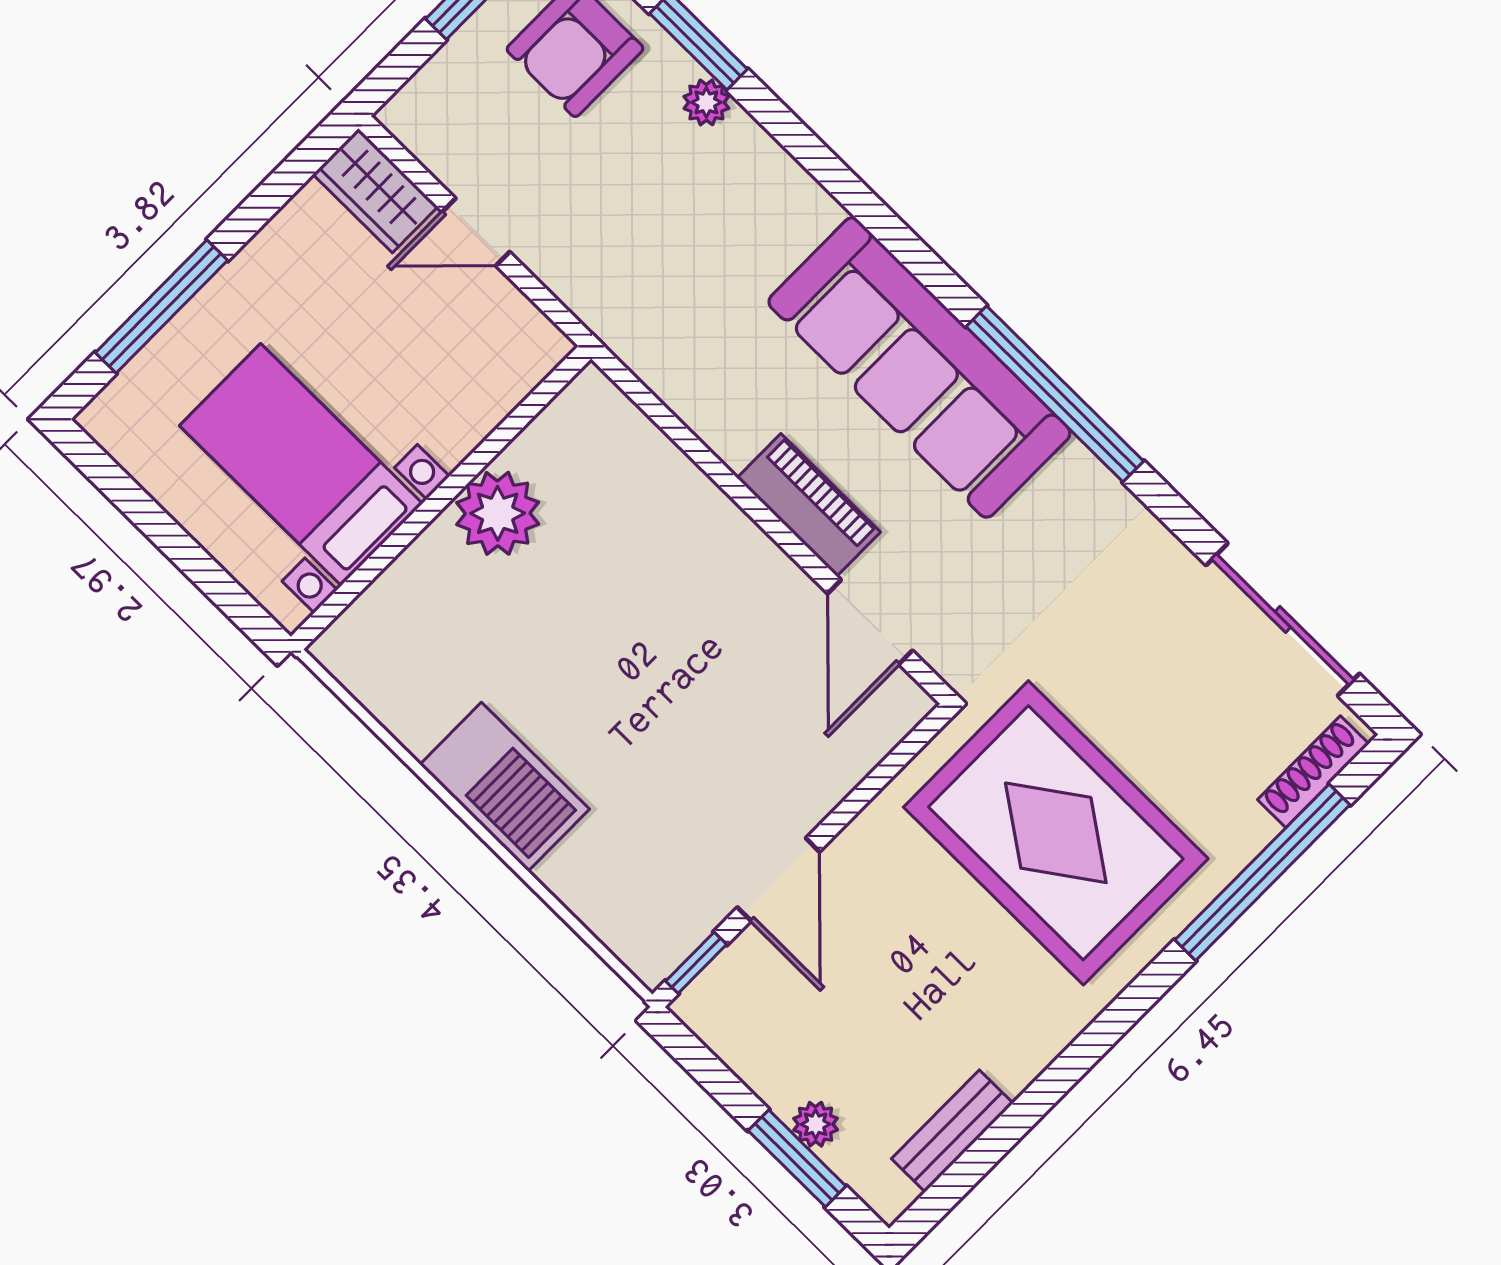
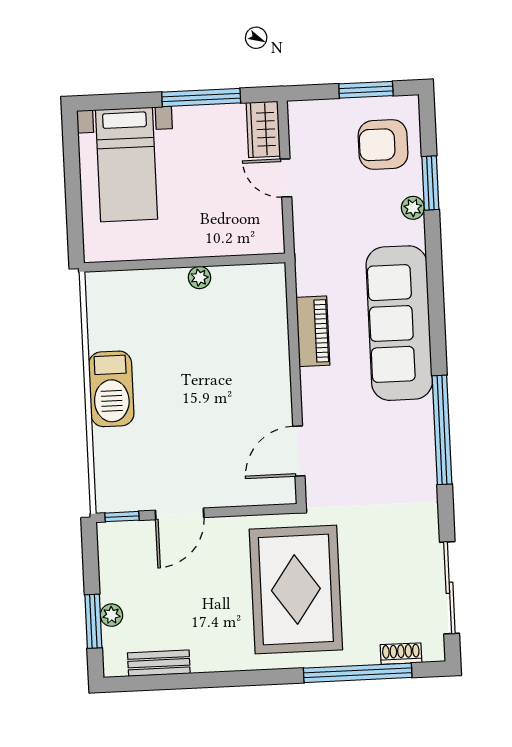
window: (162, 306) -> (201, 97), moved
sofa: (919, 367) -> (399, 323), moved
bed with nightstands: (301, 465) -> (127, 164), moved, turned 180
piano: (809, 505) -> (313, 331), moved
plant: (498, 513) -> (199, 278), width x0.53, depth x0.53
shoe rack: (1313, 772) -> (401, 654), width x0.70

